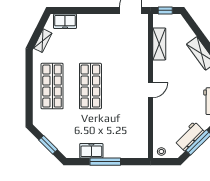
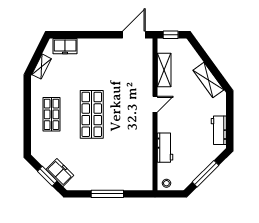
shop shelf: (52, 86) -> (51, 114), width x0.70, depth x0.74
door: (150, 90) -> (155, 104), moved
workbench: (189, 136) -> (165, 148), moved, turned 135
freezer: (91, 151) -> (60, 172), moved, turned 45

